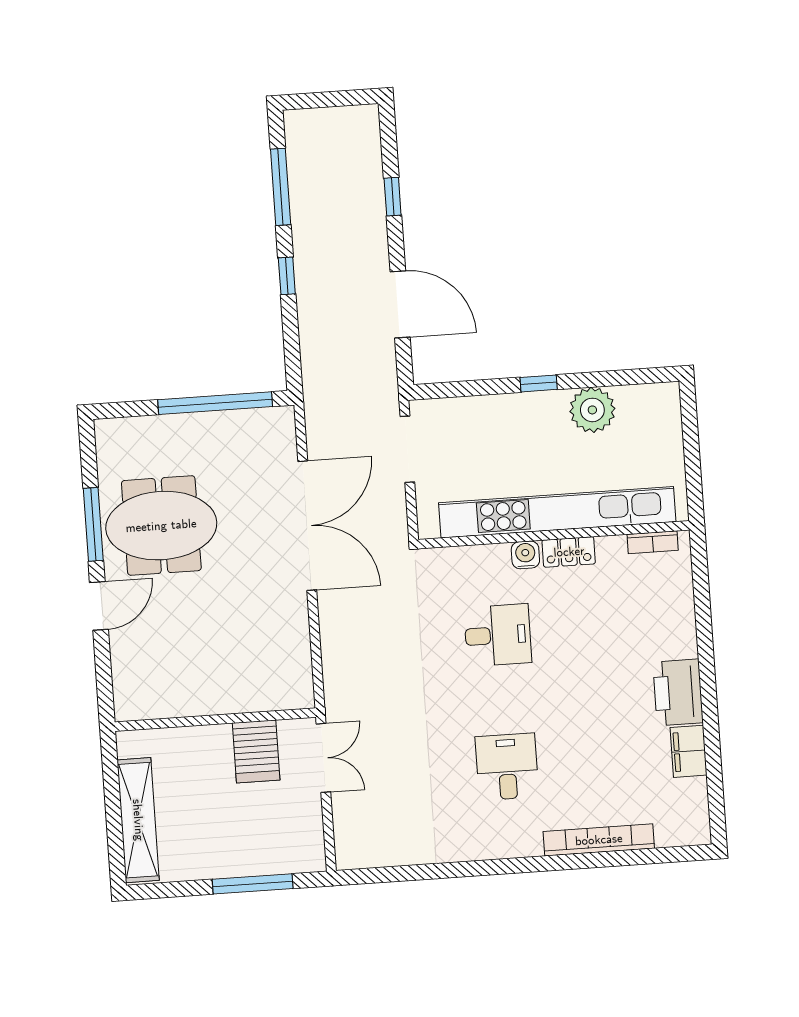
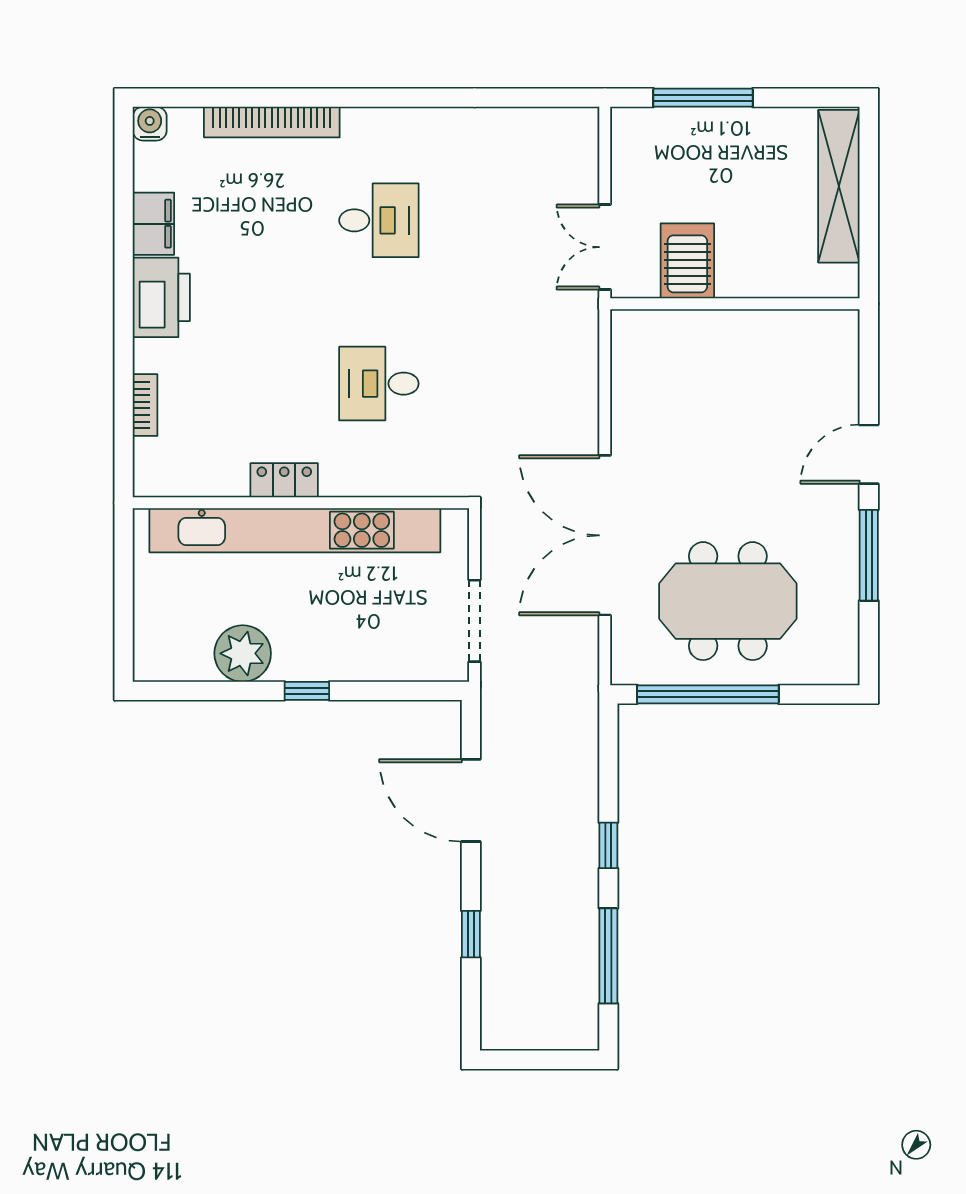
meeting table: (161, 526) -> (728, 601), moved
bookcase: (653, 542) -> (145, 405), moved, turned 90
water cooler: (525, 555) -> (150, 124), moved, turned 180
desk: (507, 767) -> (379, 220), turned -90

